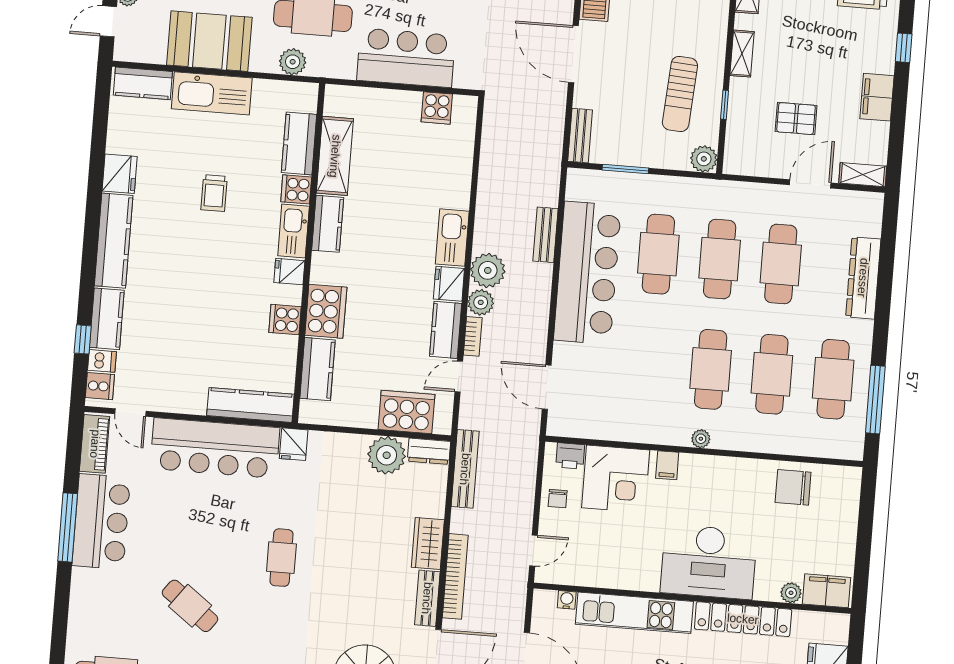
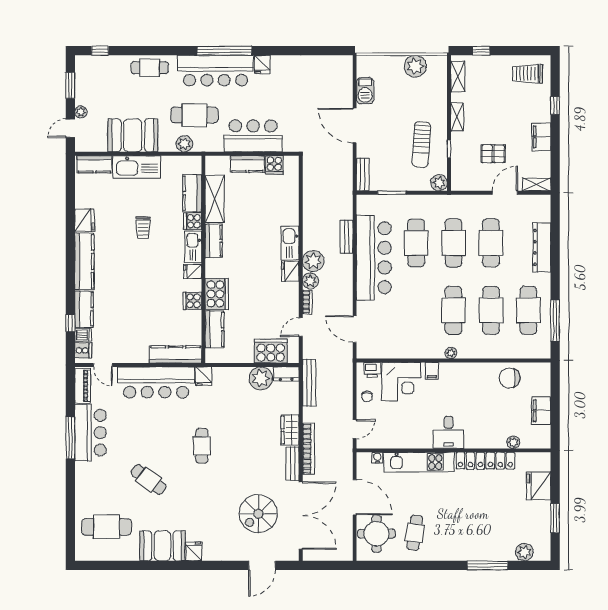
kitchen counter: (446, 330) -> (247, 164), moved, turned -90
desk: (709, 562) -> (449, 432), width x0.53, depth x0.77
filing cabinet: (827, 591) -> (541, 411), moved, turned -90

